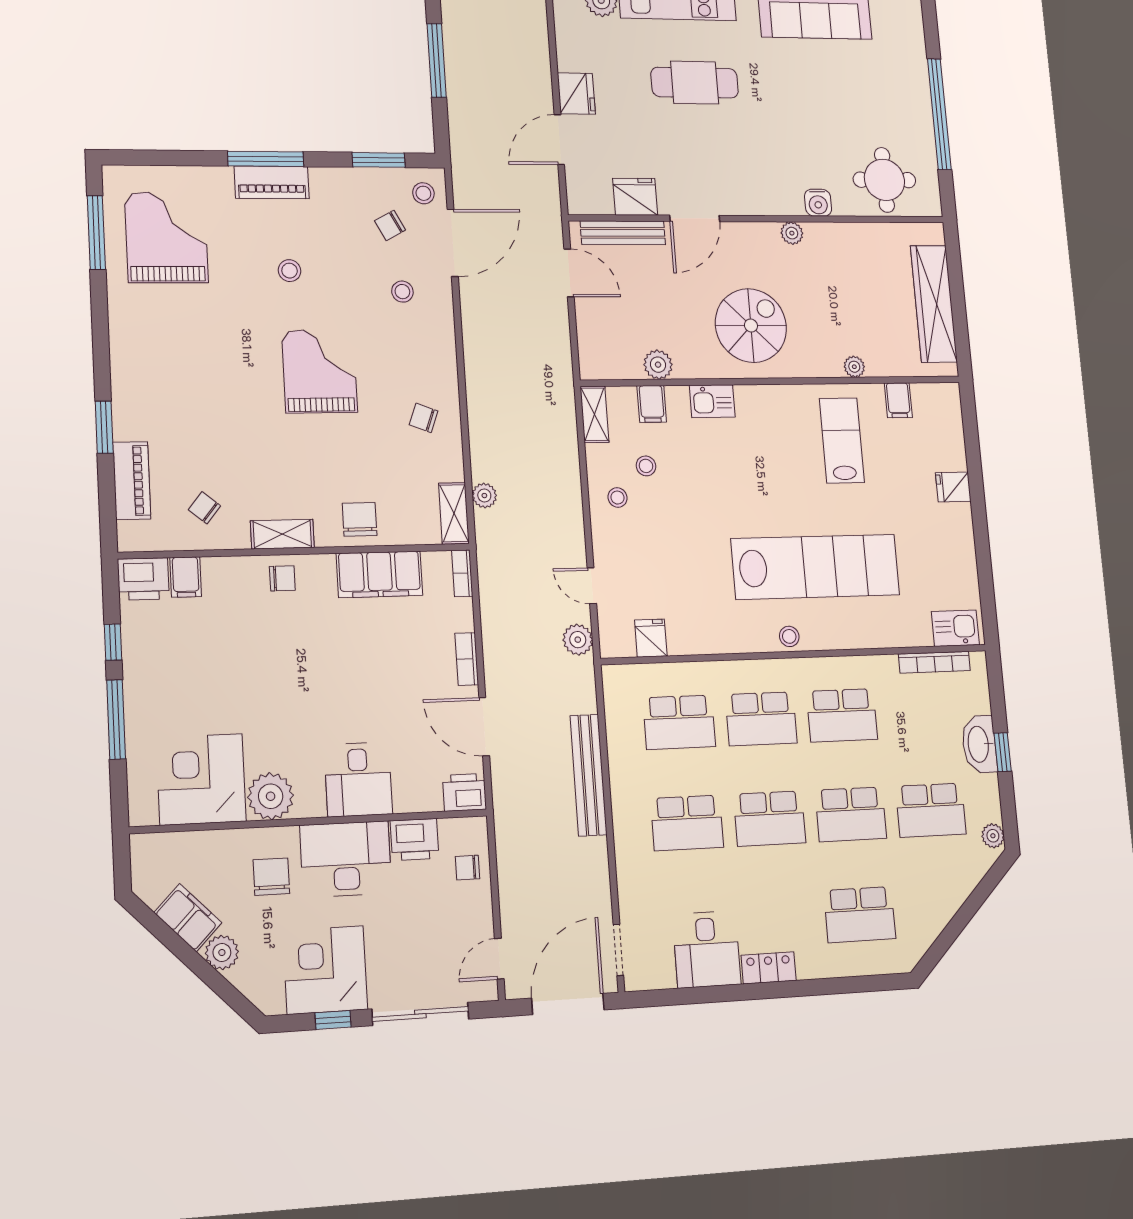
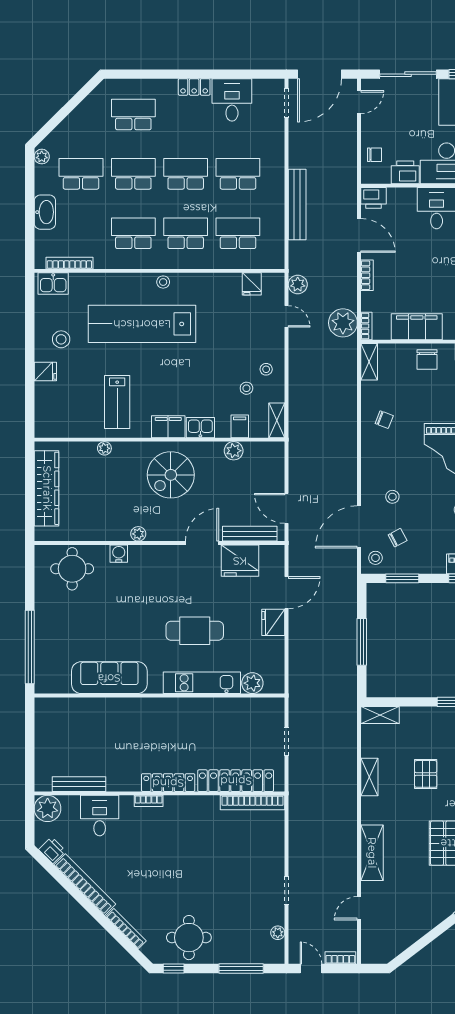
window: (939, 114) -> (30, 647), moved
fridge: (635, 197) -> (240, 561), width x1.36, depth x1.34
filing cabinet: (898, 400) -> (168, 427), moved, width x2.00
plant: (484, 496) -> (343, 323), moved, width x1.88, depth x1.88
stool: (935, 539) -> (61, 339), added
window: (1003, 752) -> (30, 207), removed

